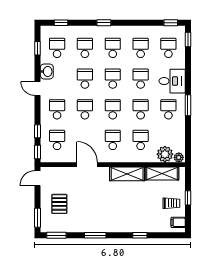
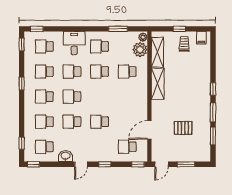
window: (104, 23) -> (22, 83), moved
window: (38, 48) -> (33, 164), moved
window: (188, 105) -> (118, 29), moved
school desk: (57, 109) -> (100, 147), removed
school desk: (113, 109) -> (100, 97), removed
window: (38, 131) -> (105, 164), moved
school desk: (113, 140) -> (127, 97), removed
door: (87, 165) -> (149, 130), moved
door: (38, 178) -> (162, 164), hinge flipped
pallet: (59, 204) -> (183, 128), moved
window: (38, 218) -> (186, 164), moved
window: (56, 235) -> (213, 136), moved
window: (140, 235) -> (213, 89), moved

